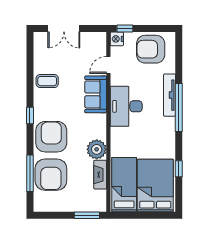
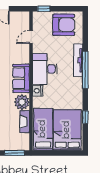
nightstand: (117, 39) -> (38, 91), moved
armchair: (151, 49) -> (64, 25), turned 180
sofa: (96, 94) -> (21, 78), moved

